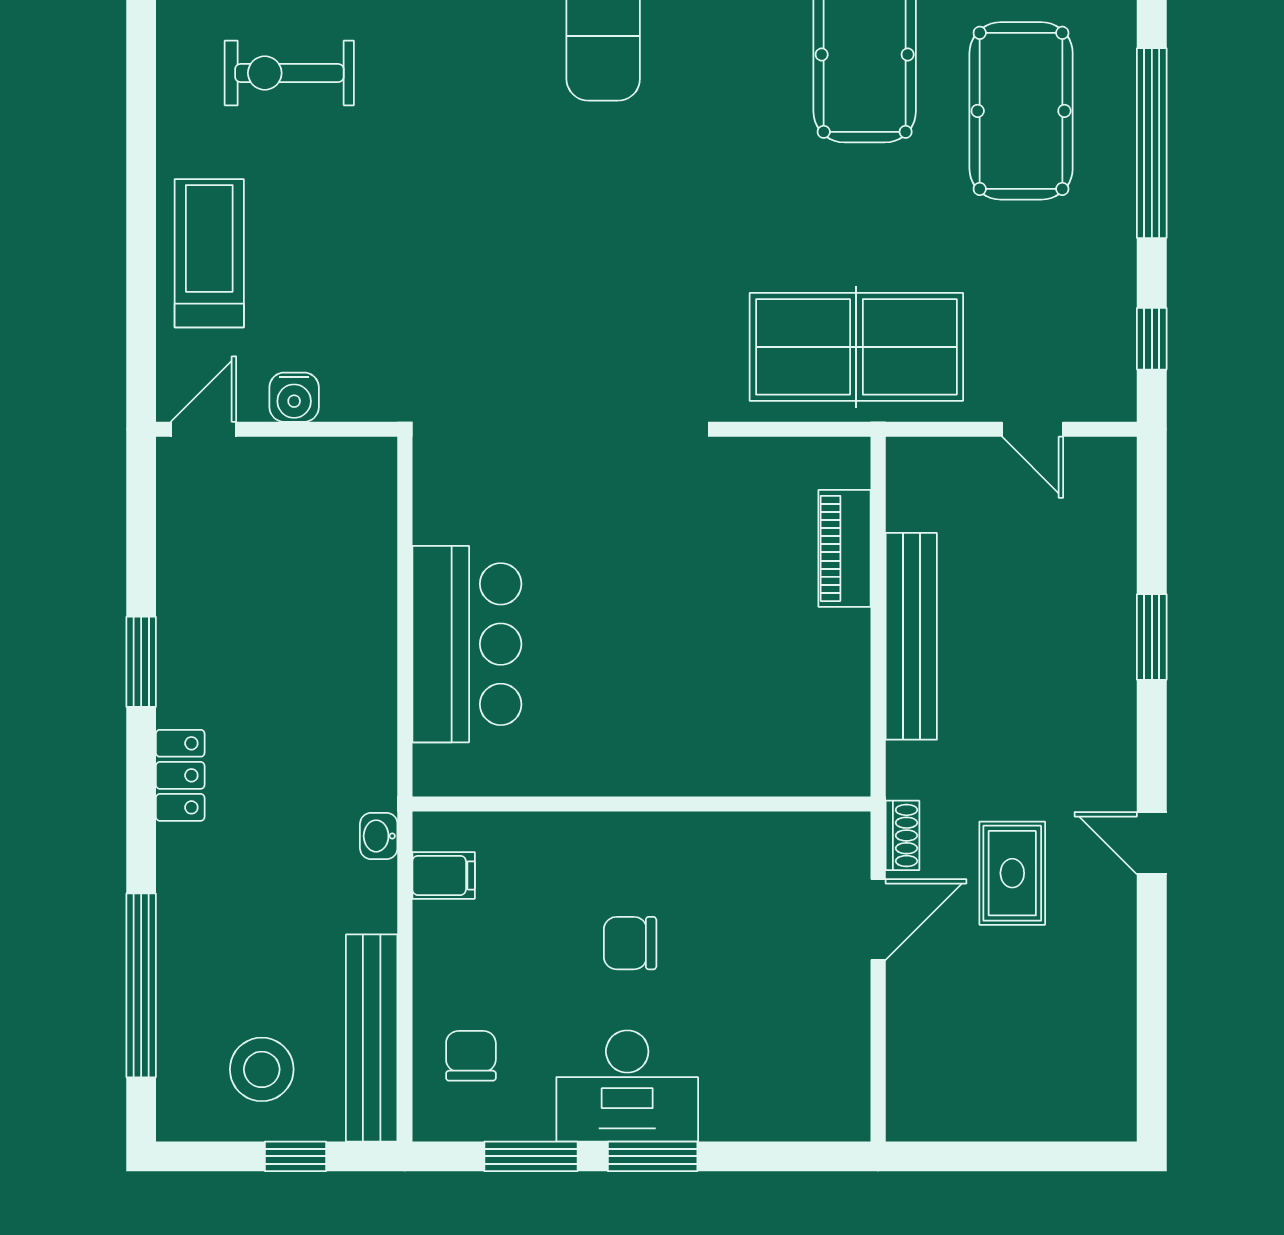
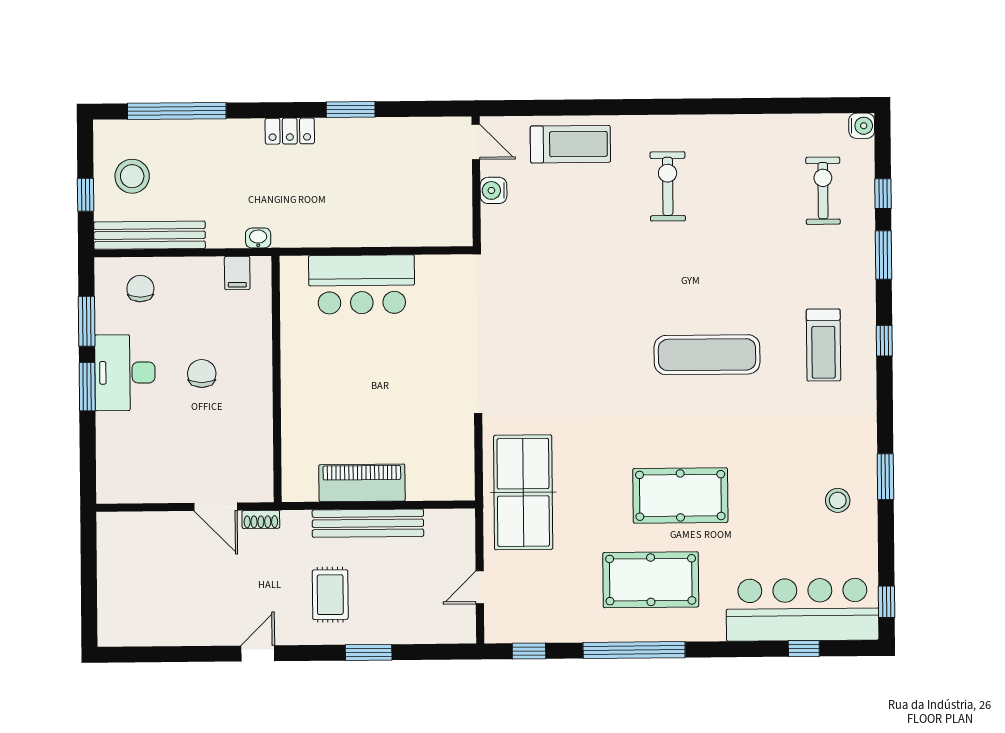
piano: (845, 548) -> (362, 483), moved, width x1.37, depth x1.33
rug: (1012, 873) -> (330, 595), moved, turned 90
chair: (471, 1056) -> (140, 289), turned -90

